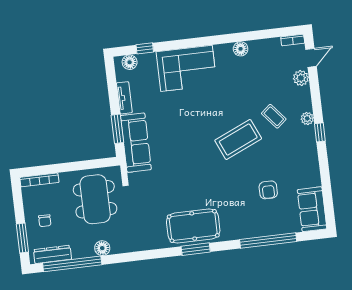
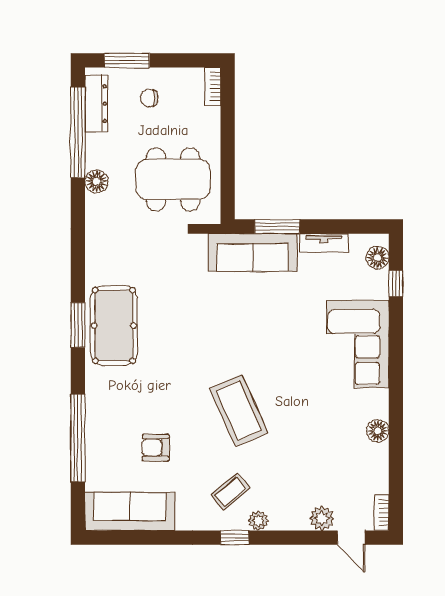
coffee table: (274, 116) -> (230, 492), moved
bookcase: (39, 180) -> (213, 86), width x0.64
sofa: (312, 209) -> (130, 511), width x1.36

